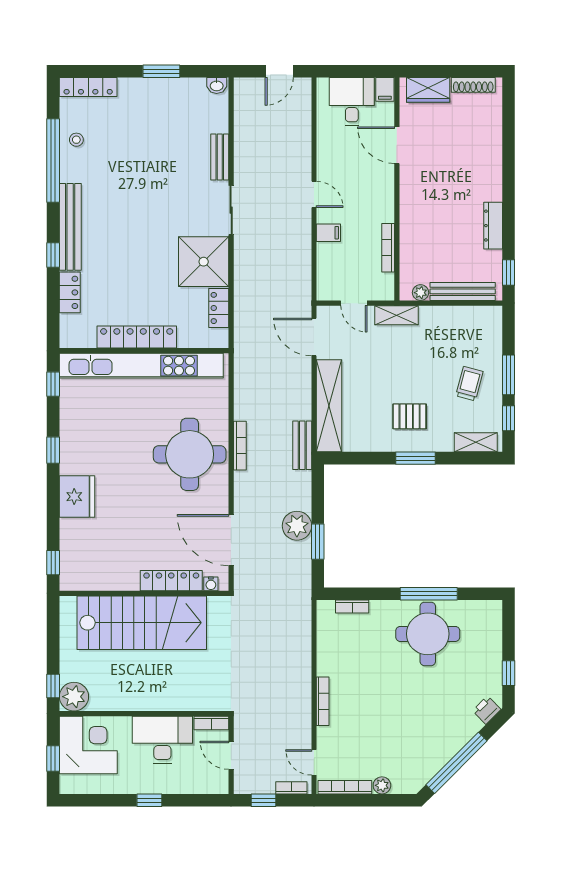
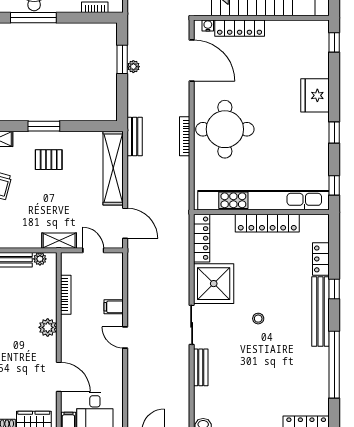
stool: (76, 140) -> (258, 319), moved
plant: (411, 207) -> (48, 327), added
locker: (219, 308) -> (202, 238), width x1.53
plant: (297, 526) -> (133, 67), width x0.53, depth x0.53

